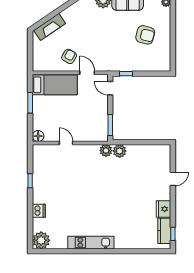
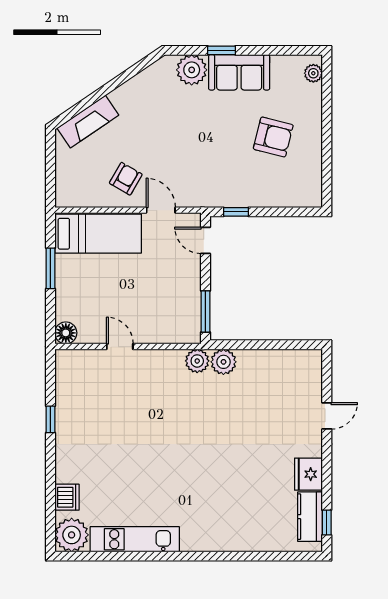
dishwasher: (39, 211) -> (67, 497), moved
kitchen unit: (91, 243) -> (135, 539), moved

